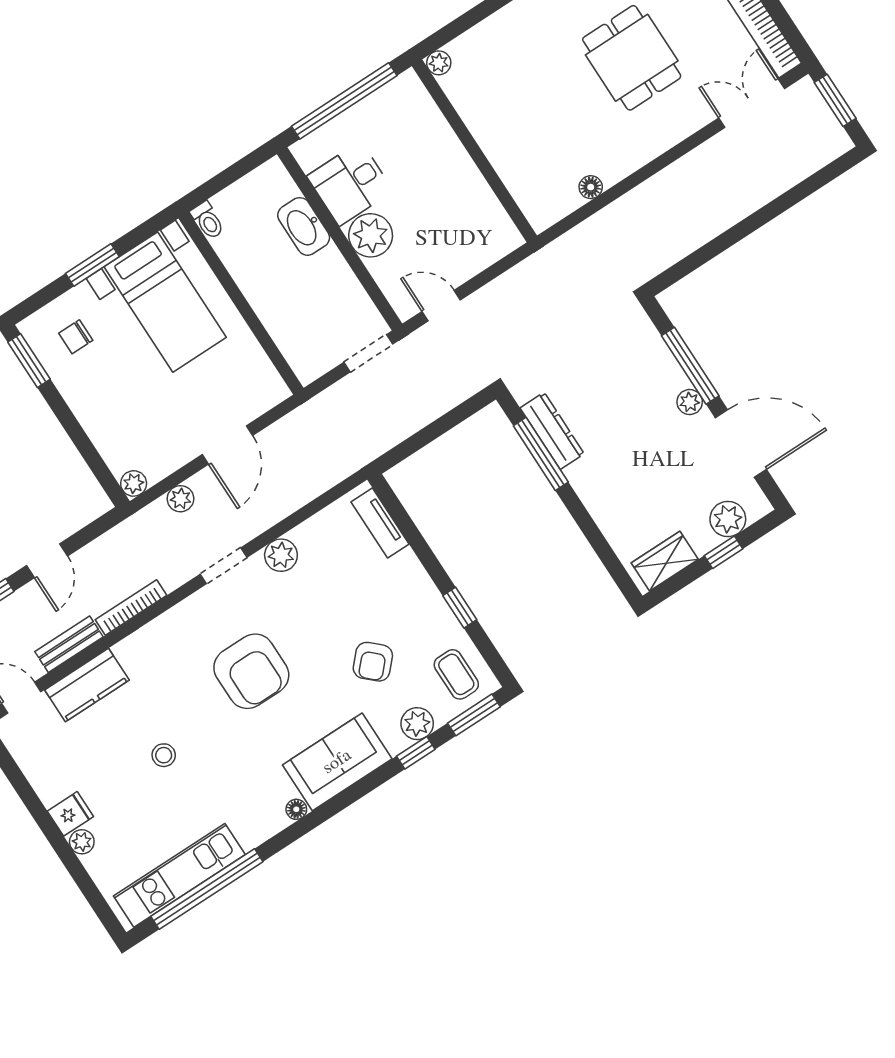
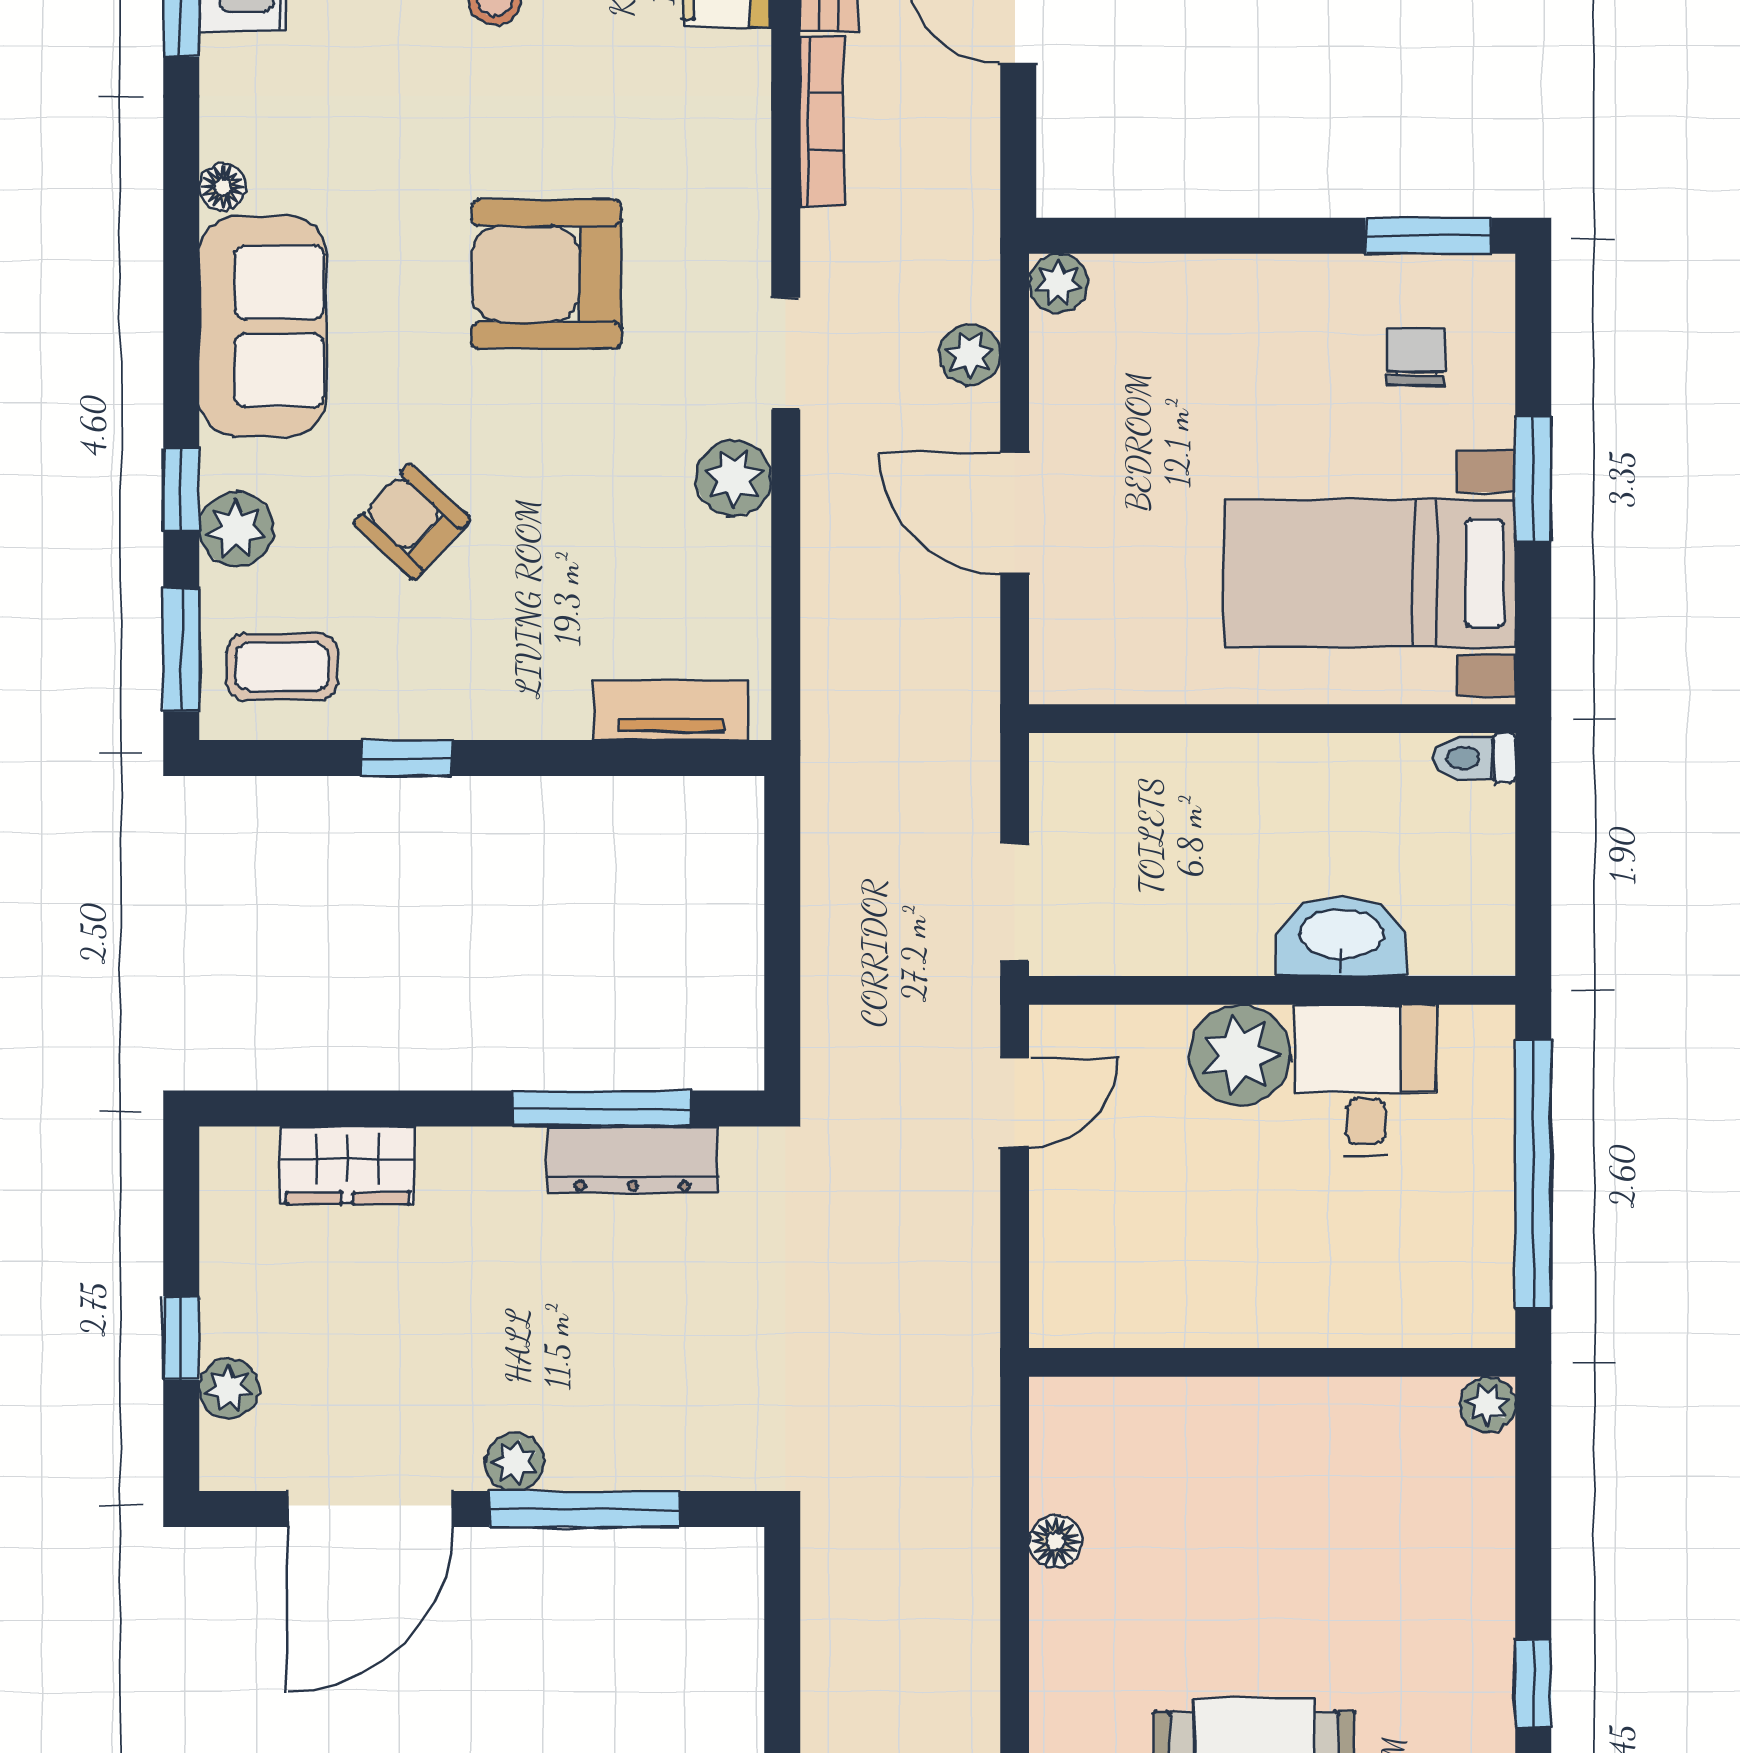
plant: (728, 519) -> (229, 1388), width x0.73, depth x0.73
wardrobe: (665, 561) -> (347, 1165), moved, turned 90

